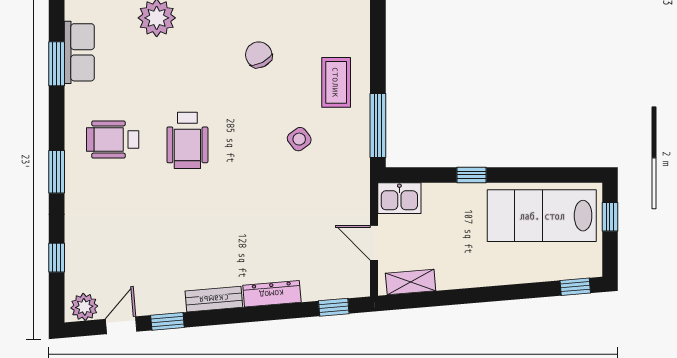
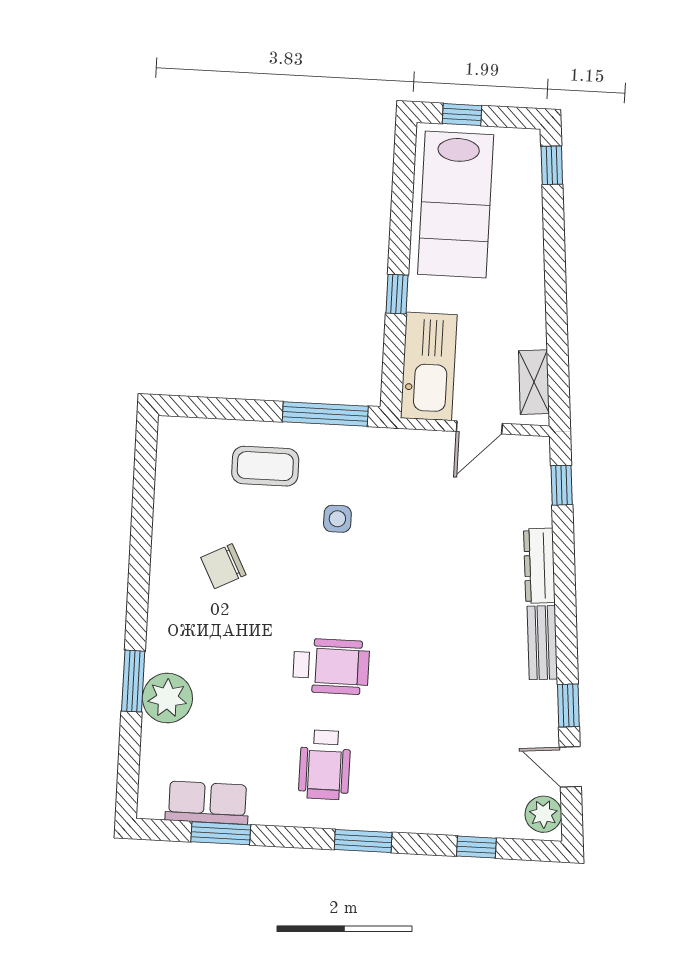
side table: (299, 139) -> (337, 519), turned 37
kitchen sink: (399, 198) -> (429, 366), width x1.87, depth x1.24

